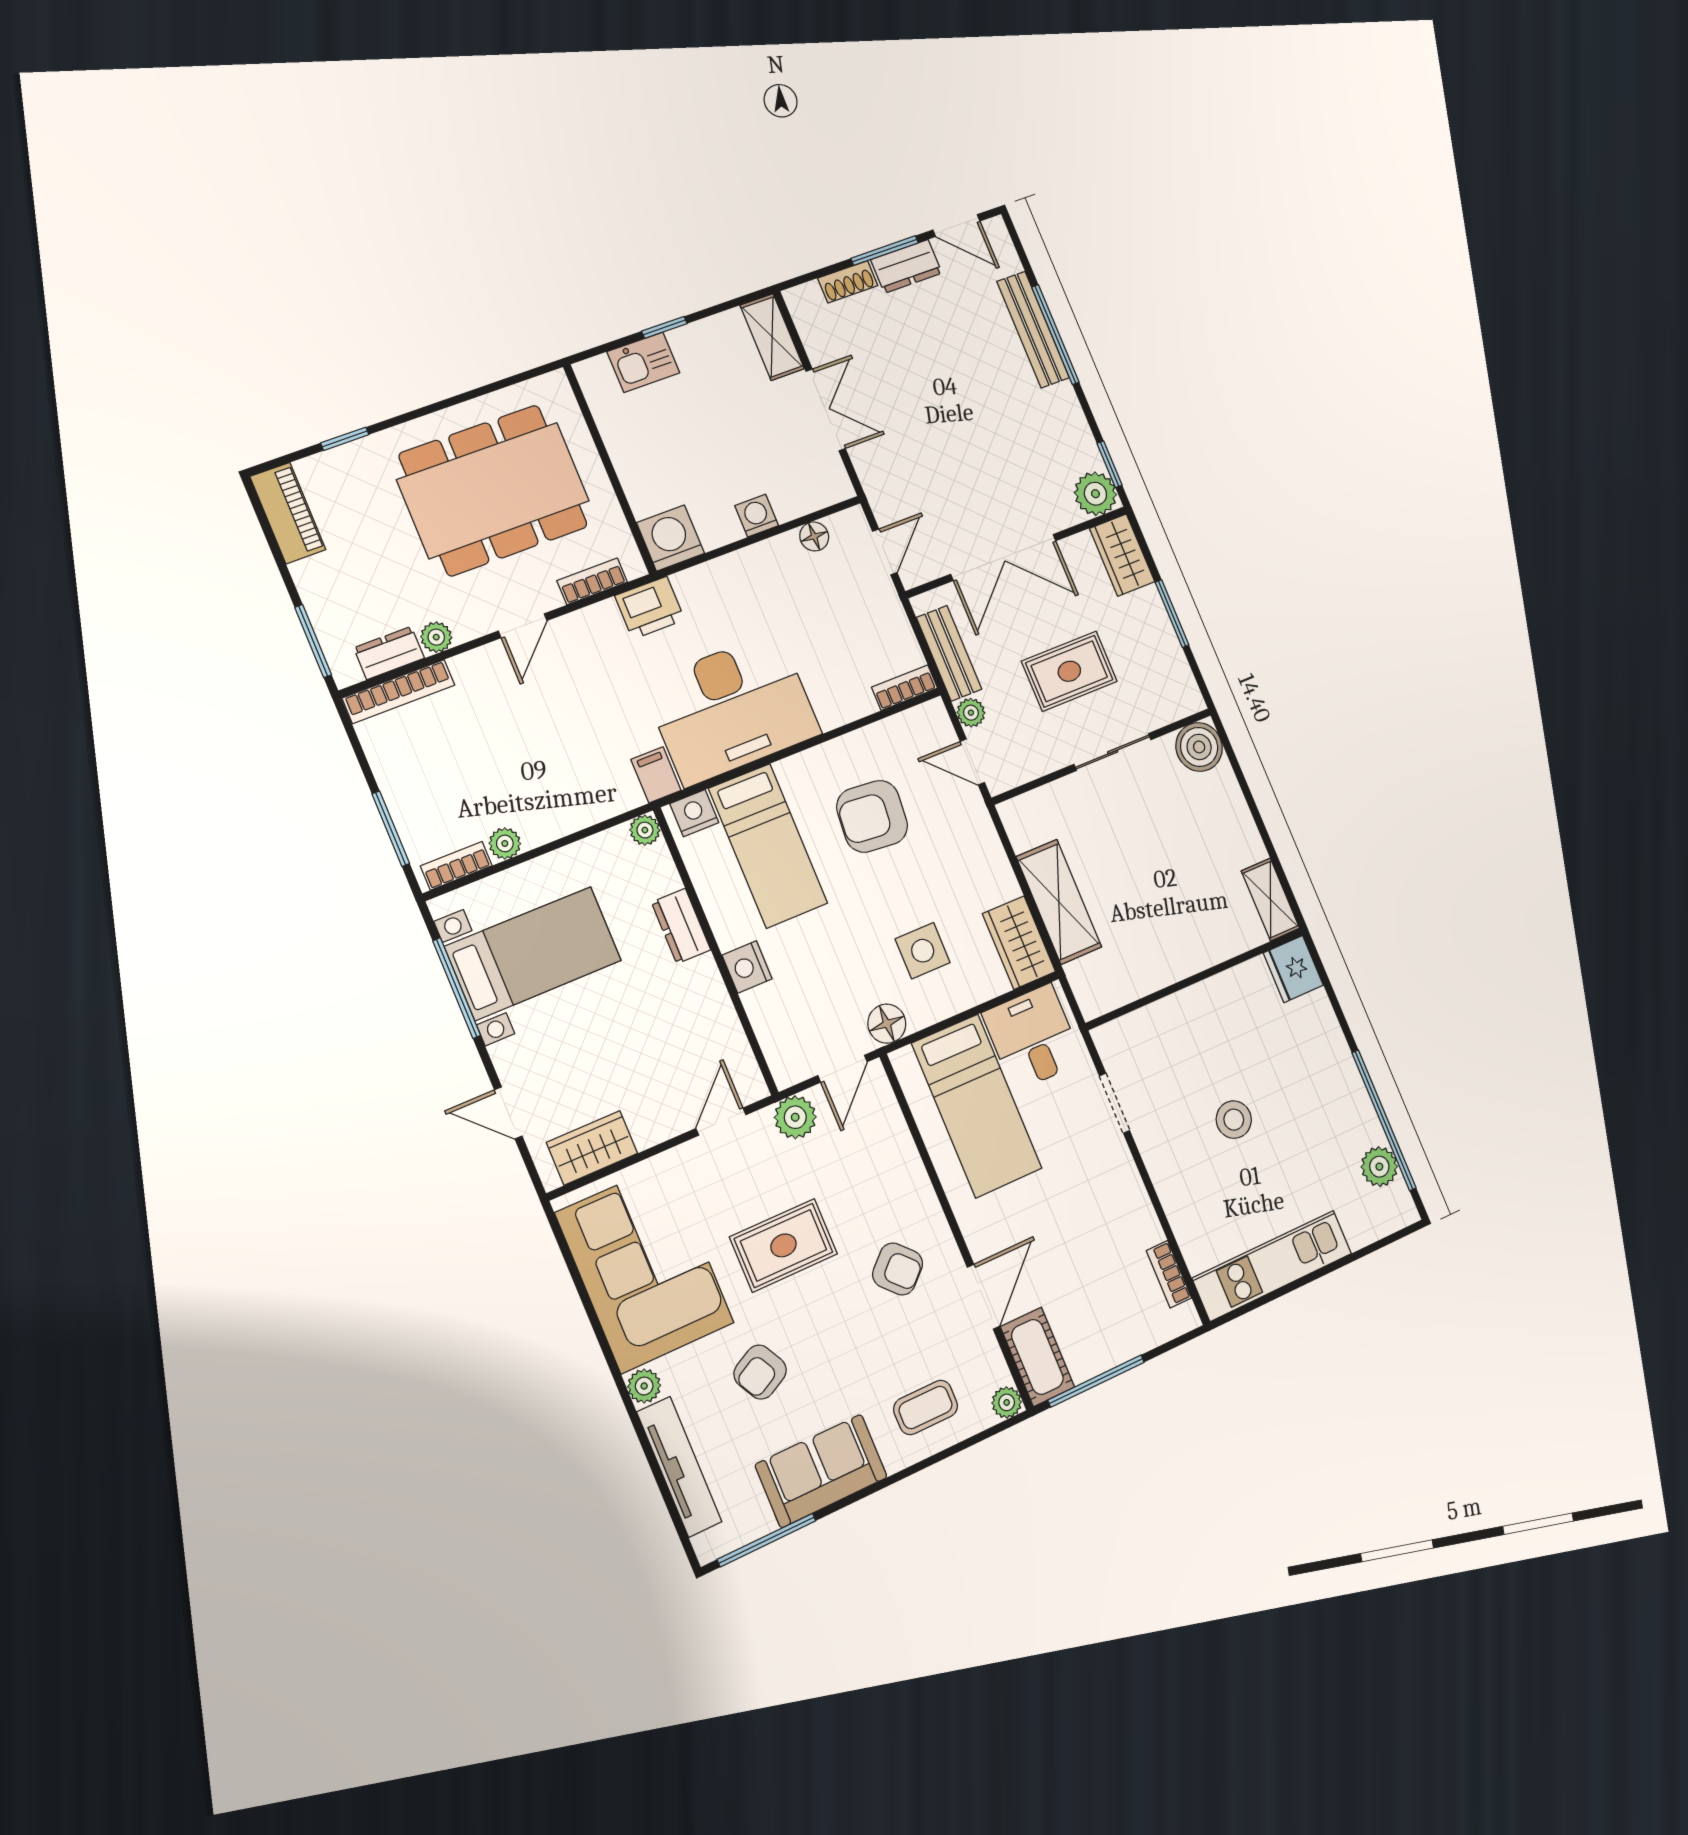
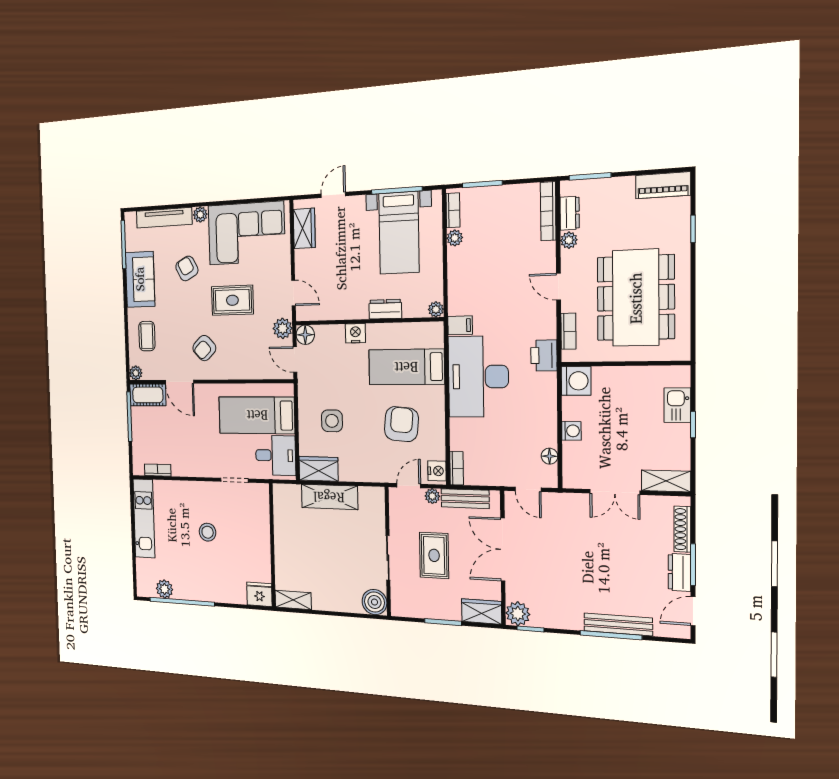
shoe rack: (848, 282) -> (682, 529), width x1.43
nightstand: (694, 813) -> (437, 471), moved
floor lamp: (887, 1024) -> (305, 335), moved
rug: (783, 1245) -> (232, 300), turned 90

